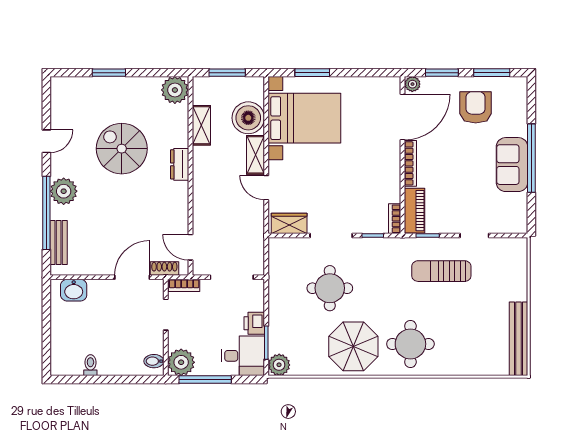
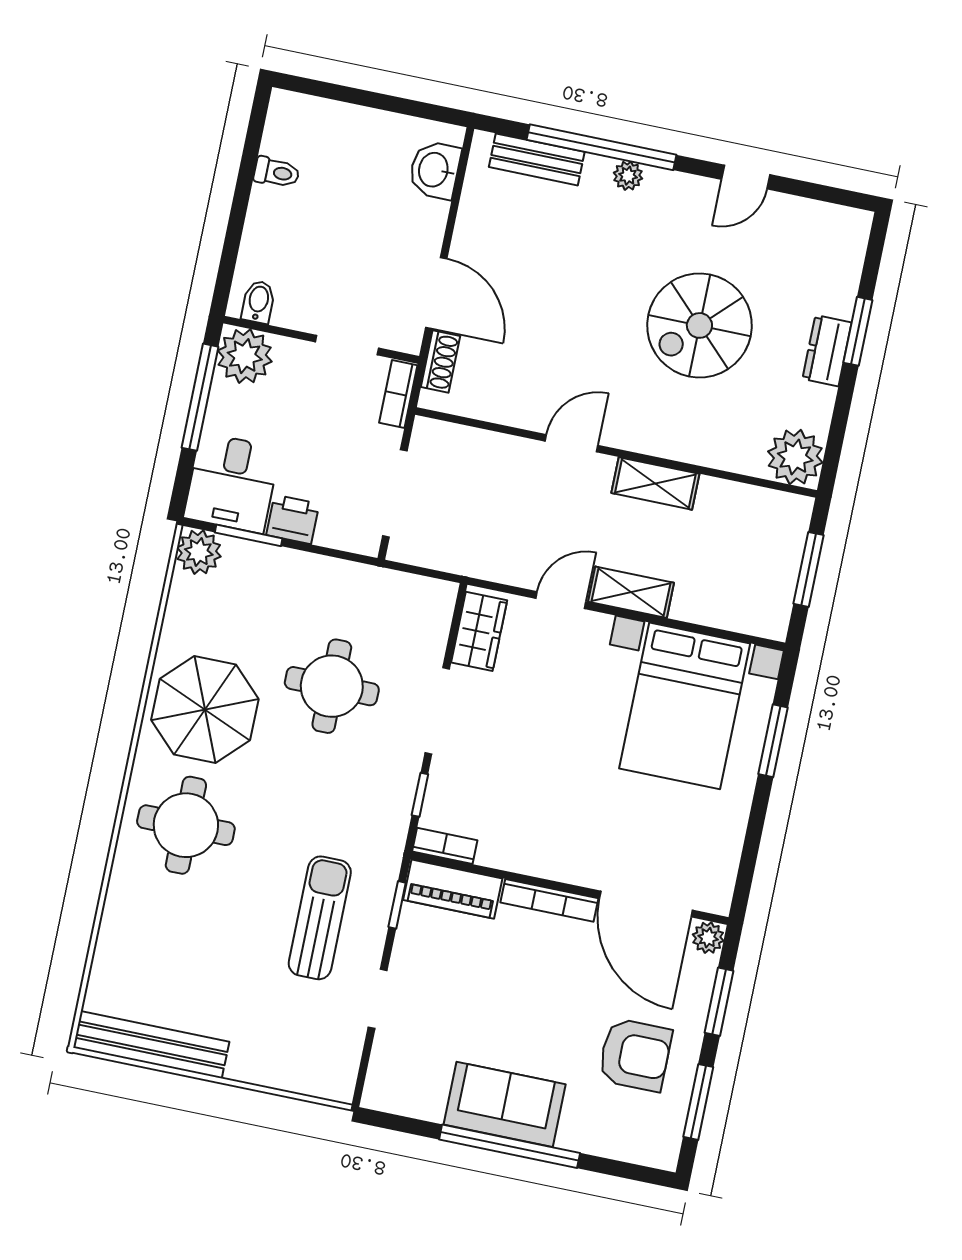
boiler: (248, 118) -> (709, 593), removed
shelving: (201, 125) -> (655, 483), moved
door: (46, 141) -> (746, 177), hinge flipped
spiral stairs: (122, 149) -> (699, 325), turned 180
dresser: (180, 164) -> (827, 351), moved, turned -90
plant: (64, 191) -> (628, 176), width x0.53, depth x0.53
door: (190, 247) -> (572, 443), moved

